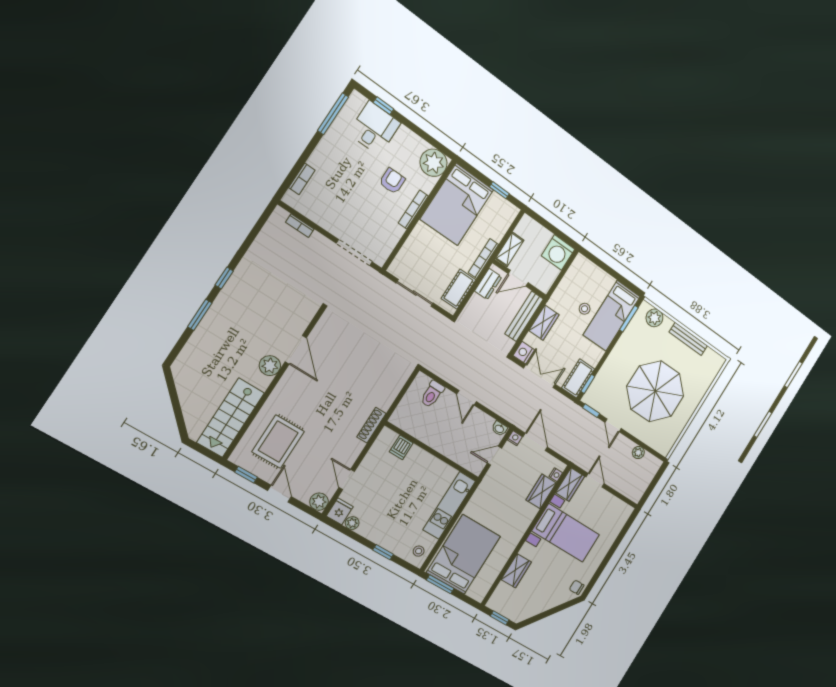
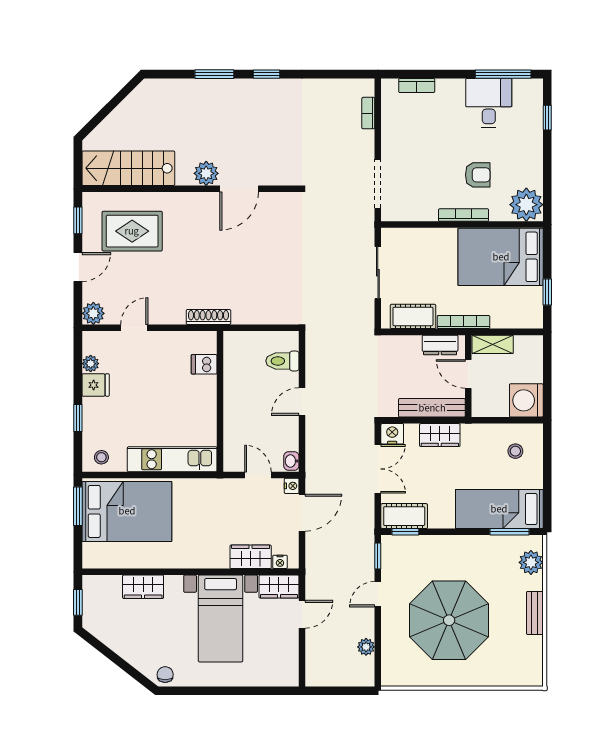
desk: (374, 128) -> (489, 103), moved, turned -90
stool: (585, 309) -> (515, 451), moved
bench: (688, 339) -> (535, 613), width x0.73
fridge: (340, 511) -> (96, 385), moved

